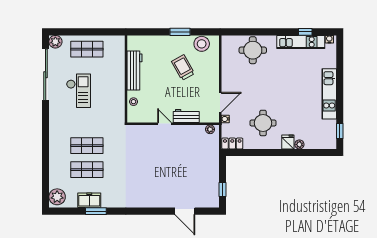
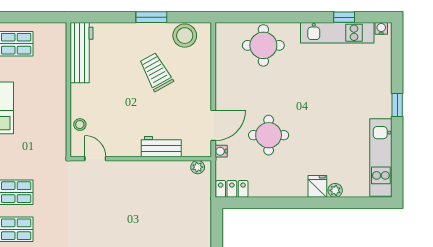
workbench: (134, 70) -> (81, 53), moved
kitchen unit: (329, 94) -> (381, 158), moved
round table: (263, 123) -> (269, 135), moved
door: (165, 124) -> (95, 159), moved
window: (340, 131) -> (397, 105), moved

